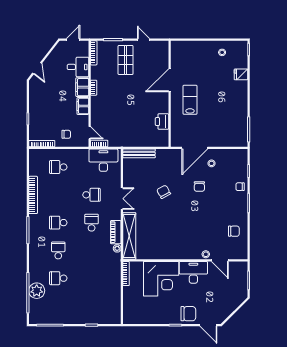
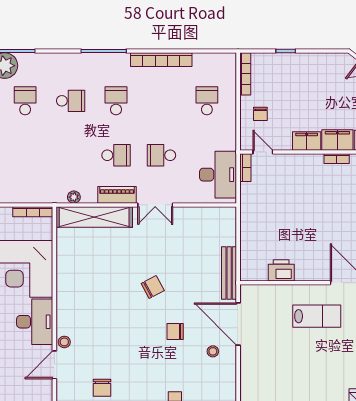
door: (90, 133) -> (263, 152), swing flipped
bench: (139, 153) -> (229, 273), moved
chair: (164, 192) -> (153, 287), moved
school desk: (92, 195) -> (161, 155), turned 90
piano: (116, 232) -> (117, 195), moved

